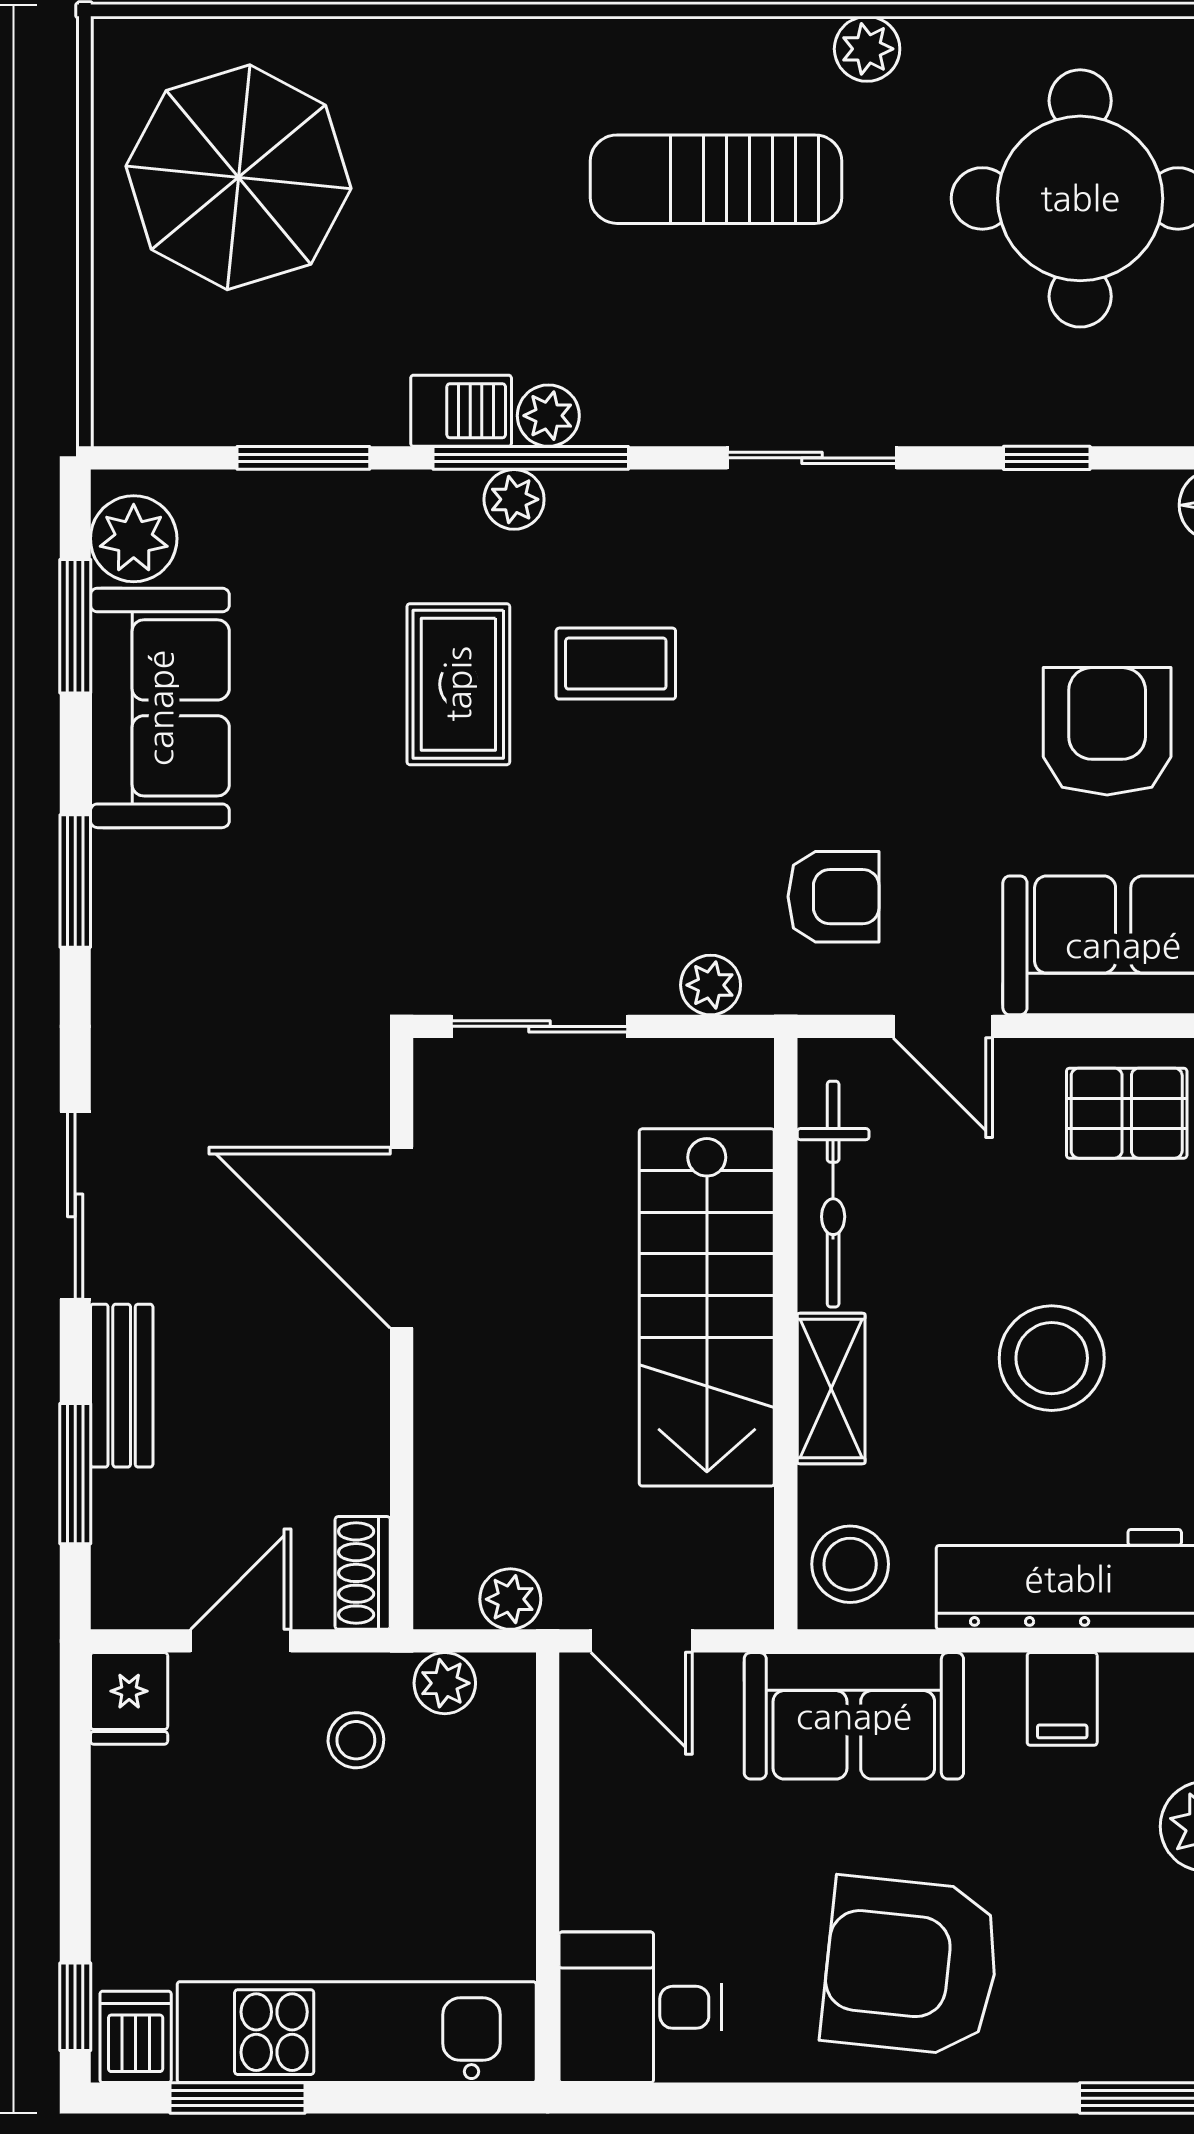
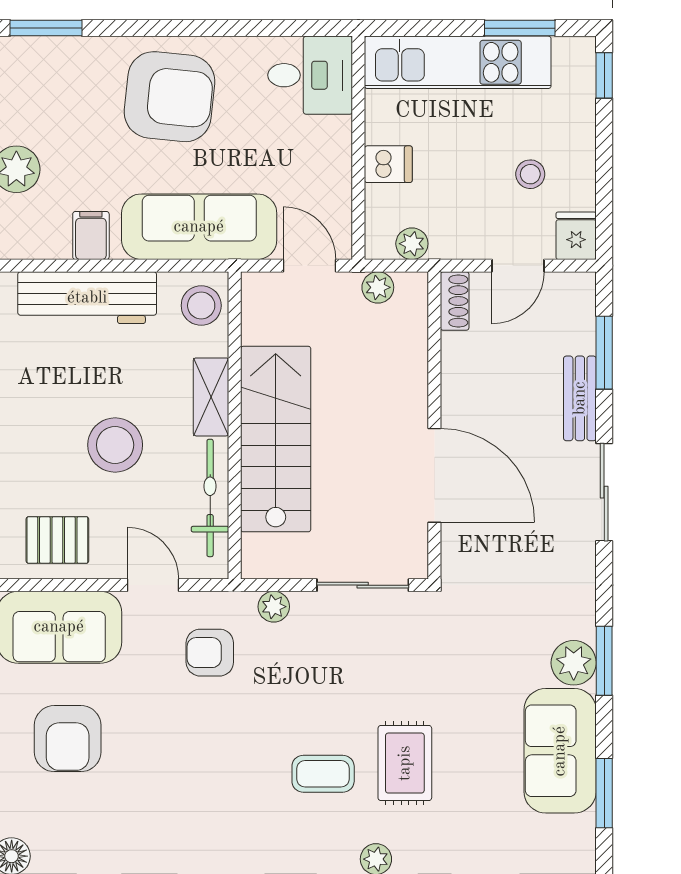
plant: (134, 539) -> (574, 663), moved
stool: (1052, 1358) -> (115, 445), moved
sofa: (854, 1716) -> (199, 227), width x1.36
stool: (356, 1740) -> (530, 174), moved
dishwasher: (136, 2037) -> (388, 164), moved, turned -90

